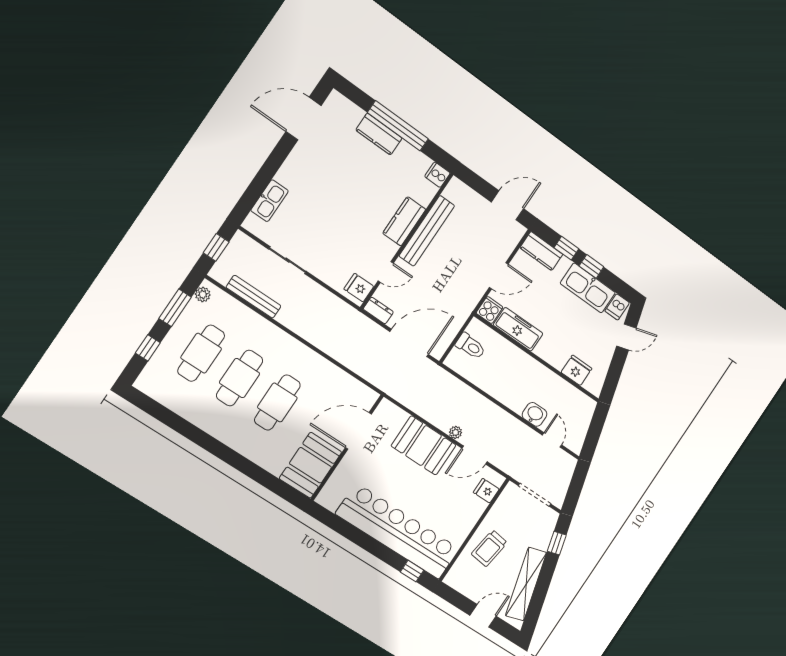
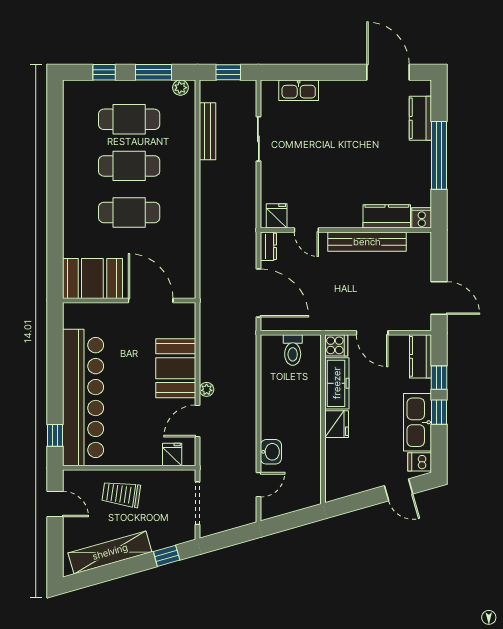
kitchen counter: (379, 134) -> (420, 118), moved
kitchen counter: (404, 221) -> (387, 216), moved
fridge: (576, 370) -> (337, 424), moved
door: (474, 455) -> (198, 421), hinge flipped
door: (483, 616) -> (55, 504), moved

